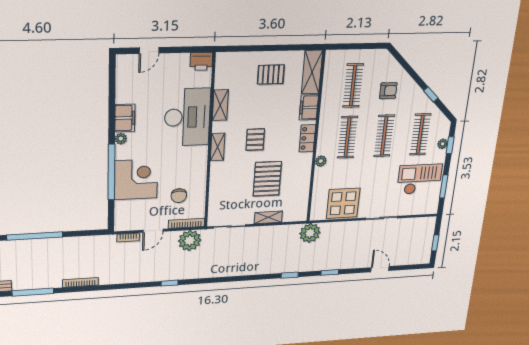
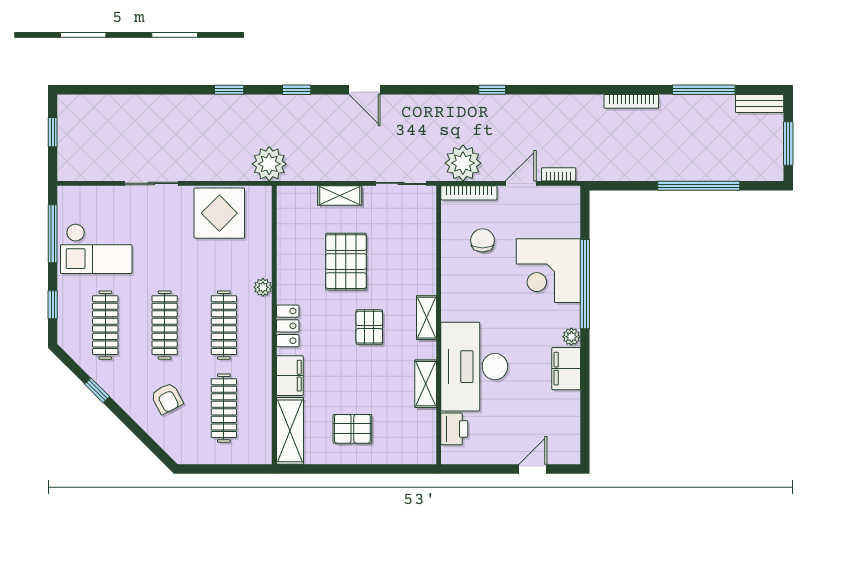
printer: (201, 61) -> (454, 429), moved, turned 90
armchair: (388, 91) -> (167, 398), turned -118
plant: (443, 144) -> (66, 308), removed
window: (444, 186) -> (53, 234), width x1.44
door: (380, 269) -> (364, 90), moved

